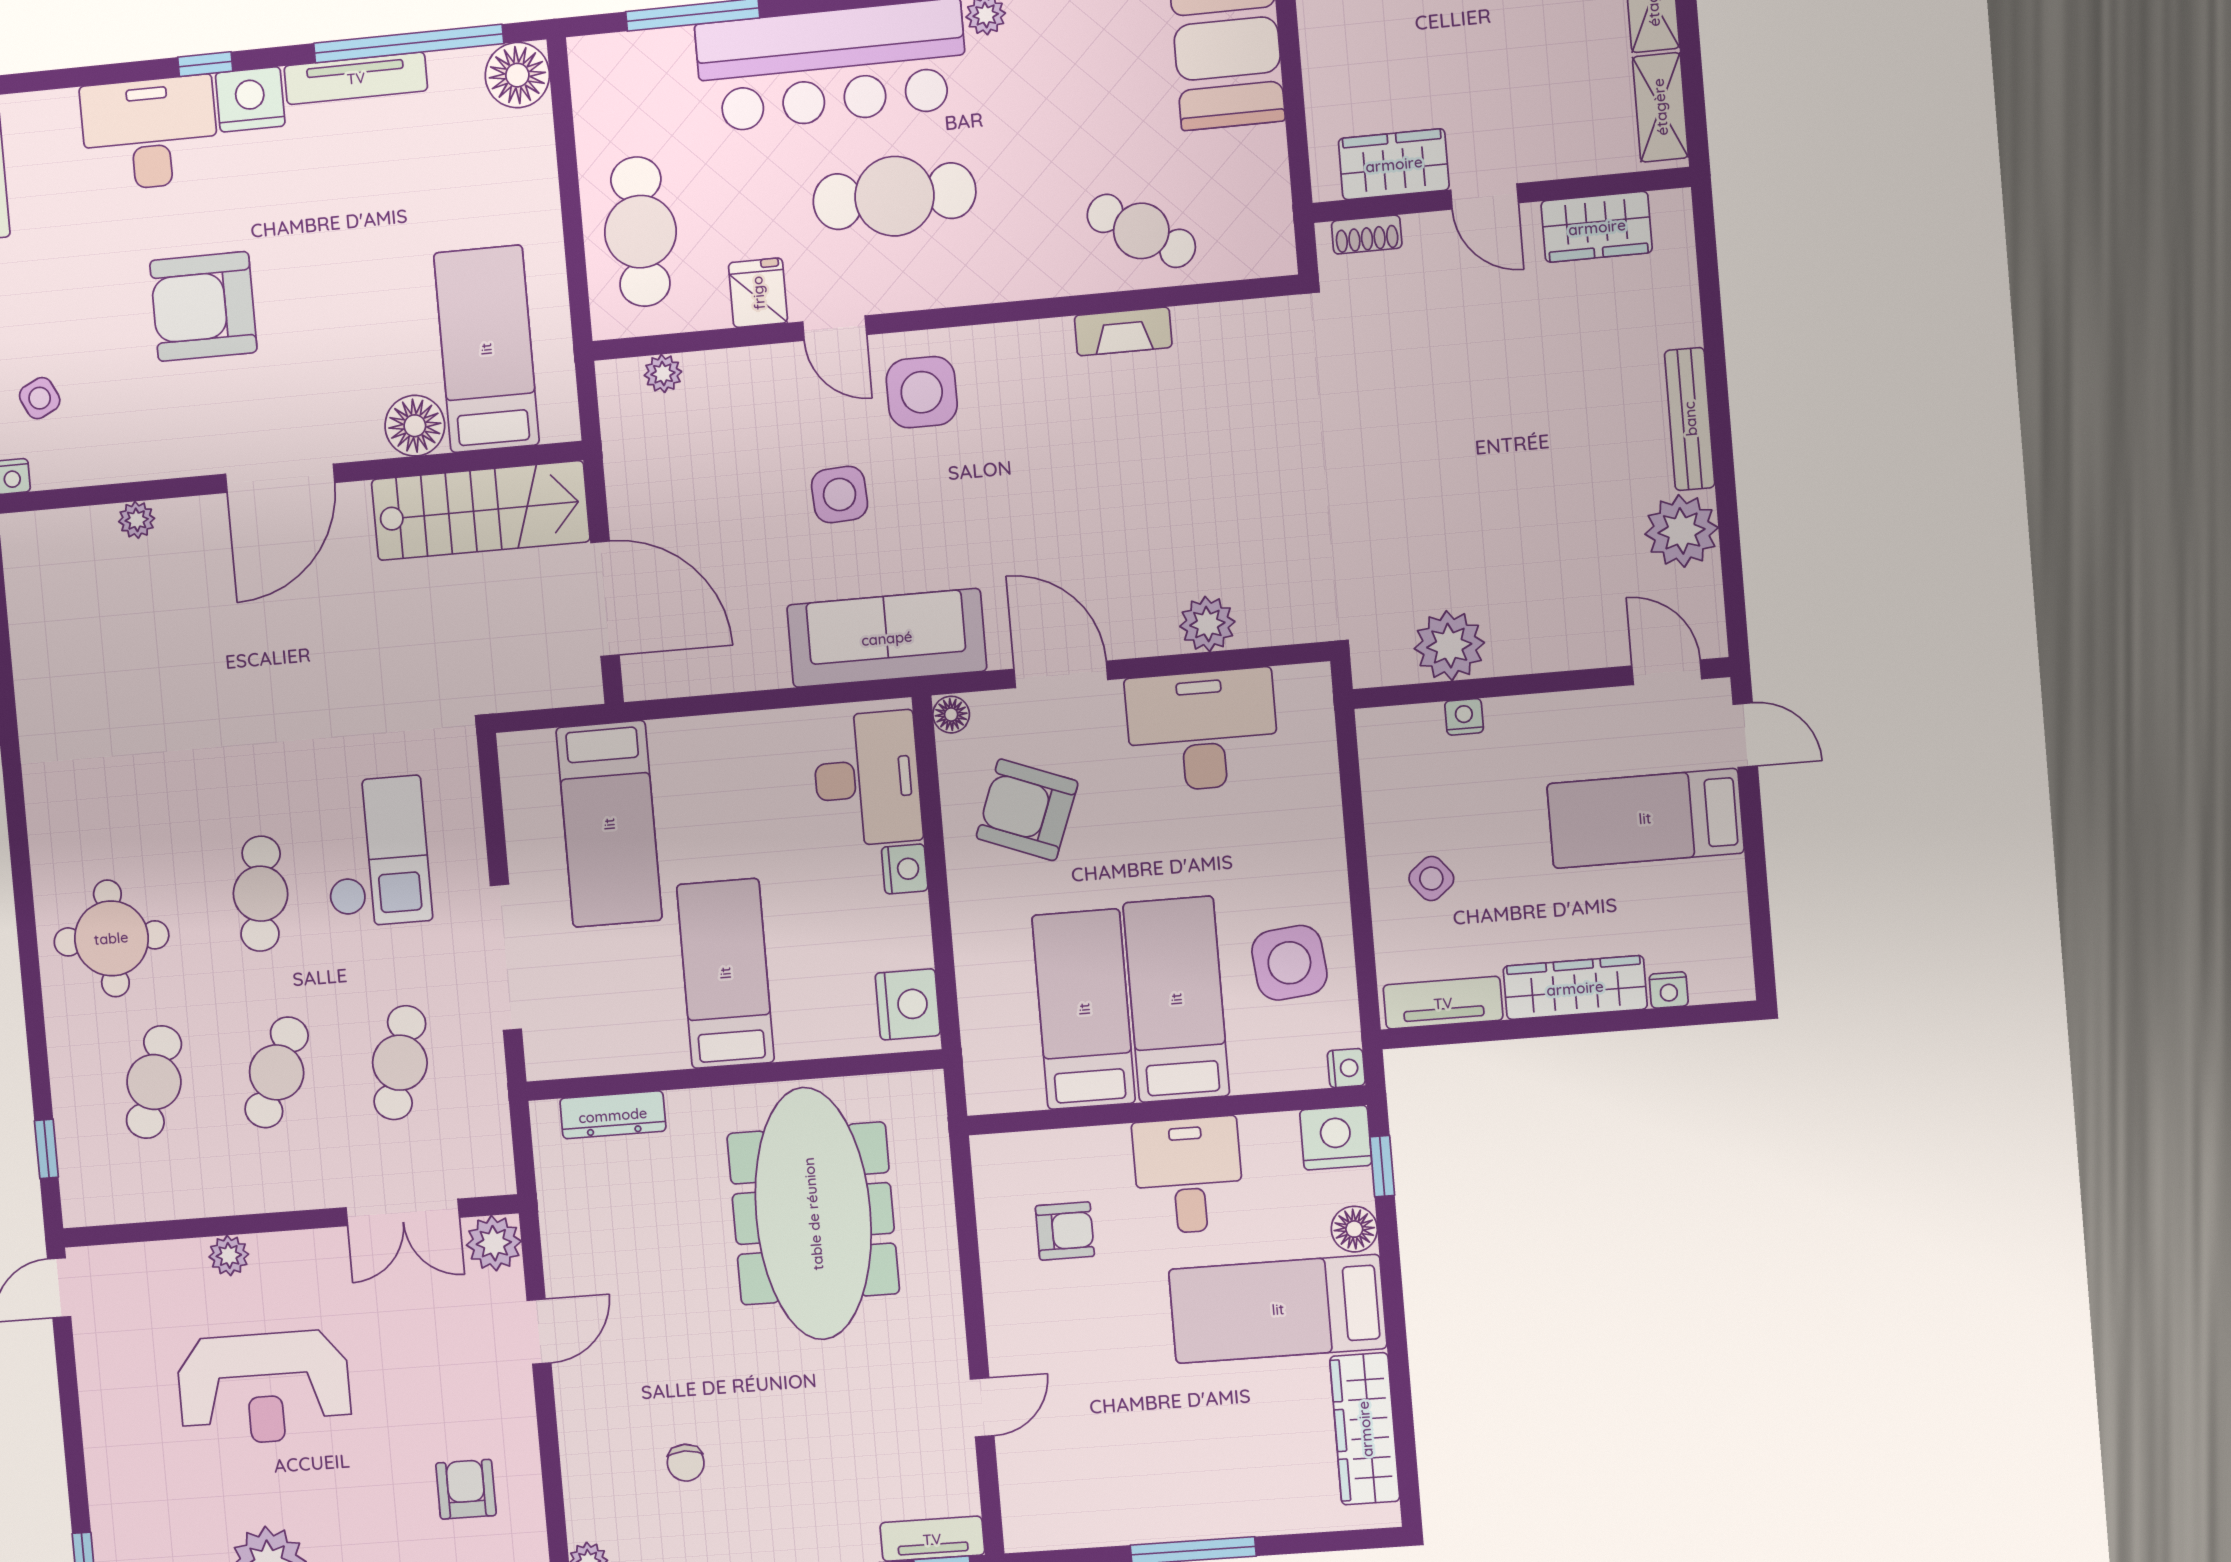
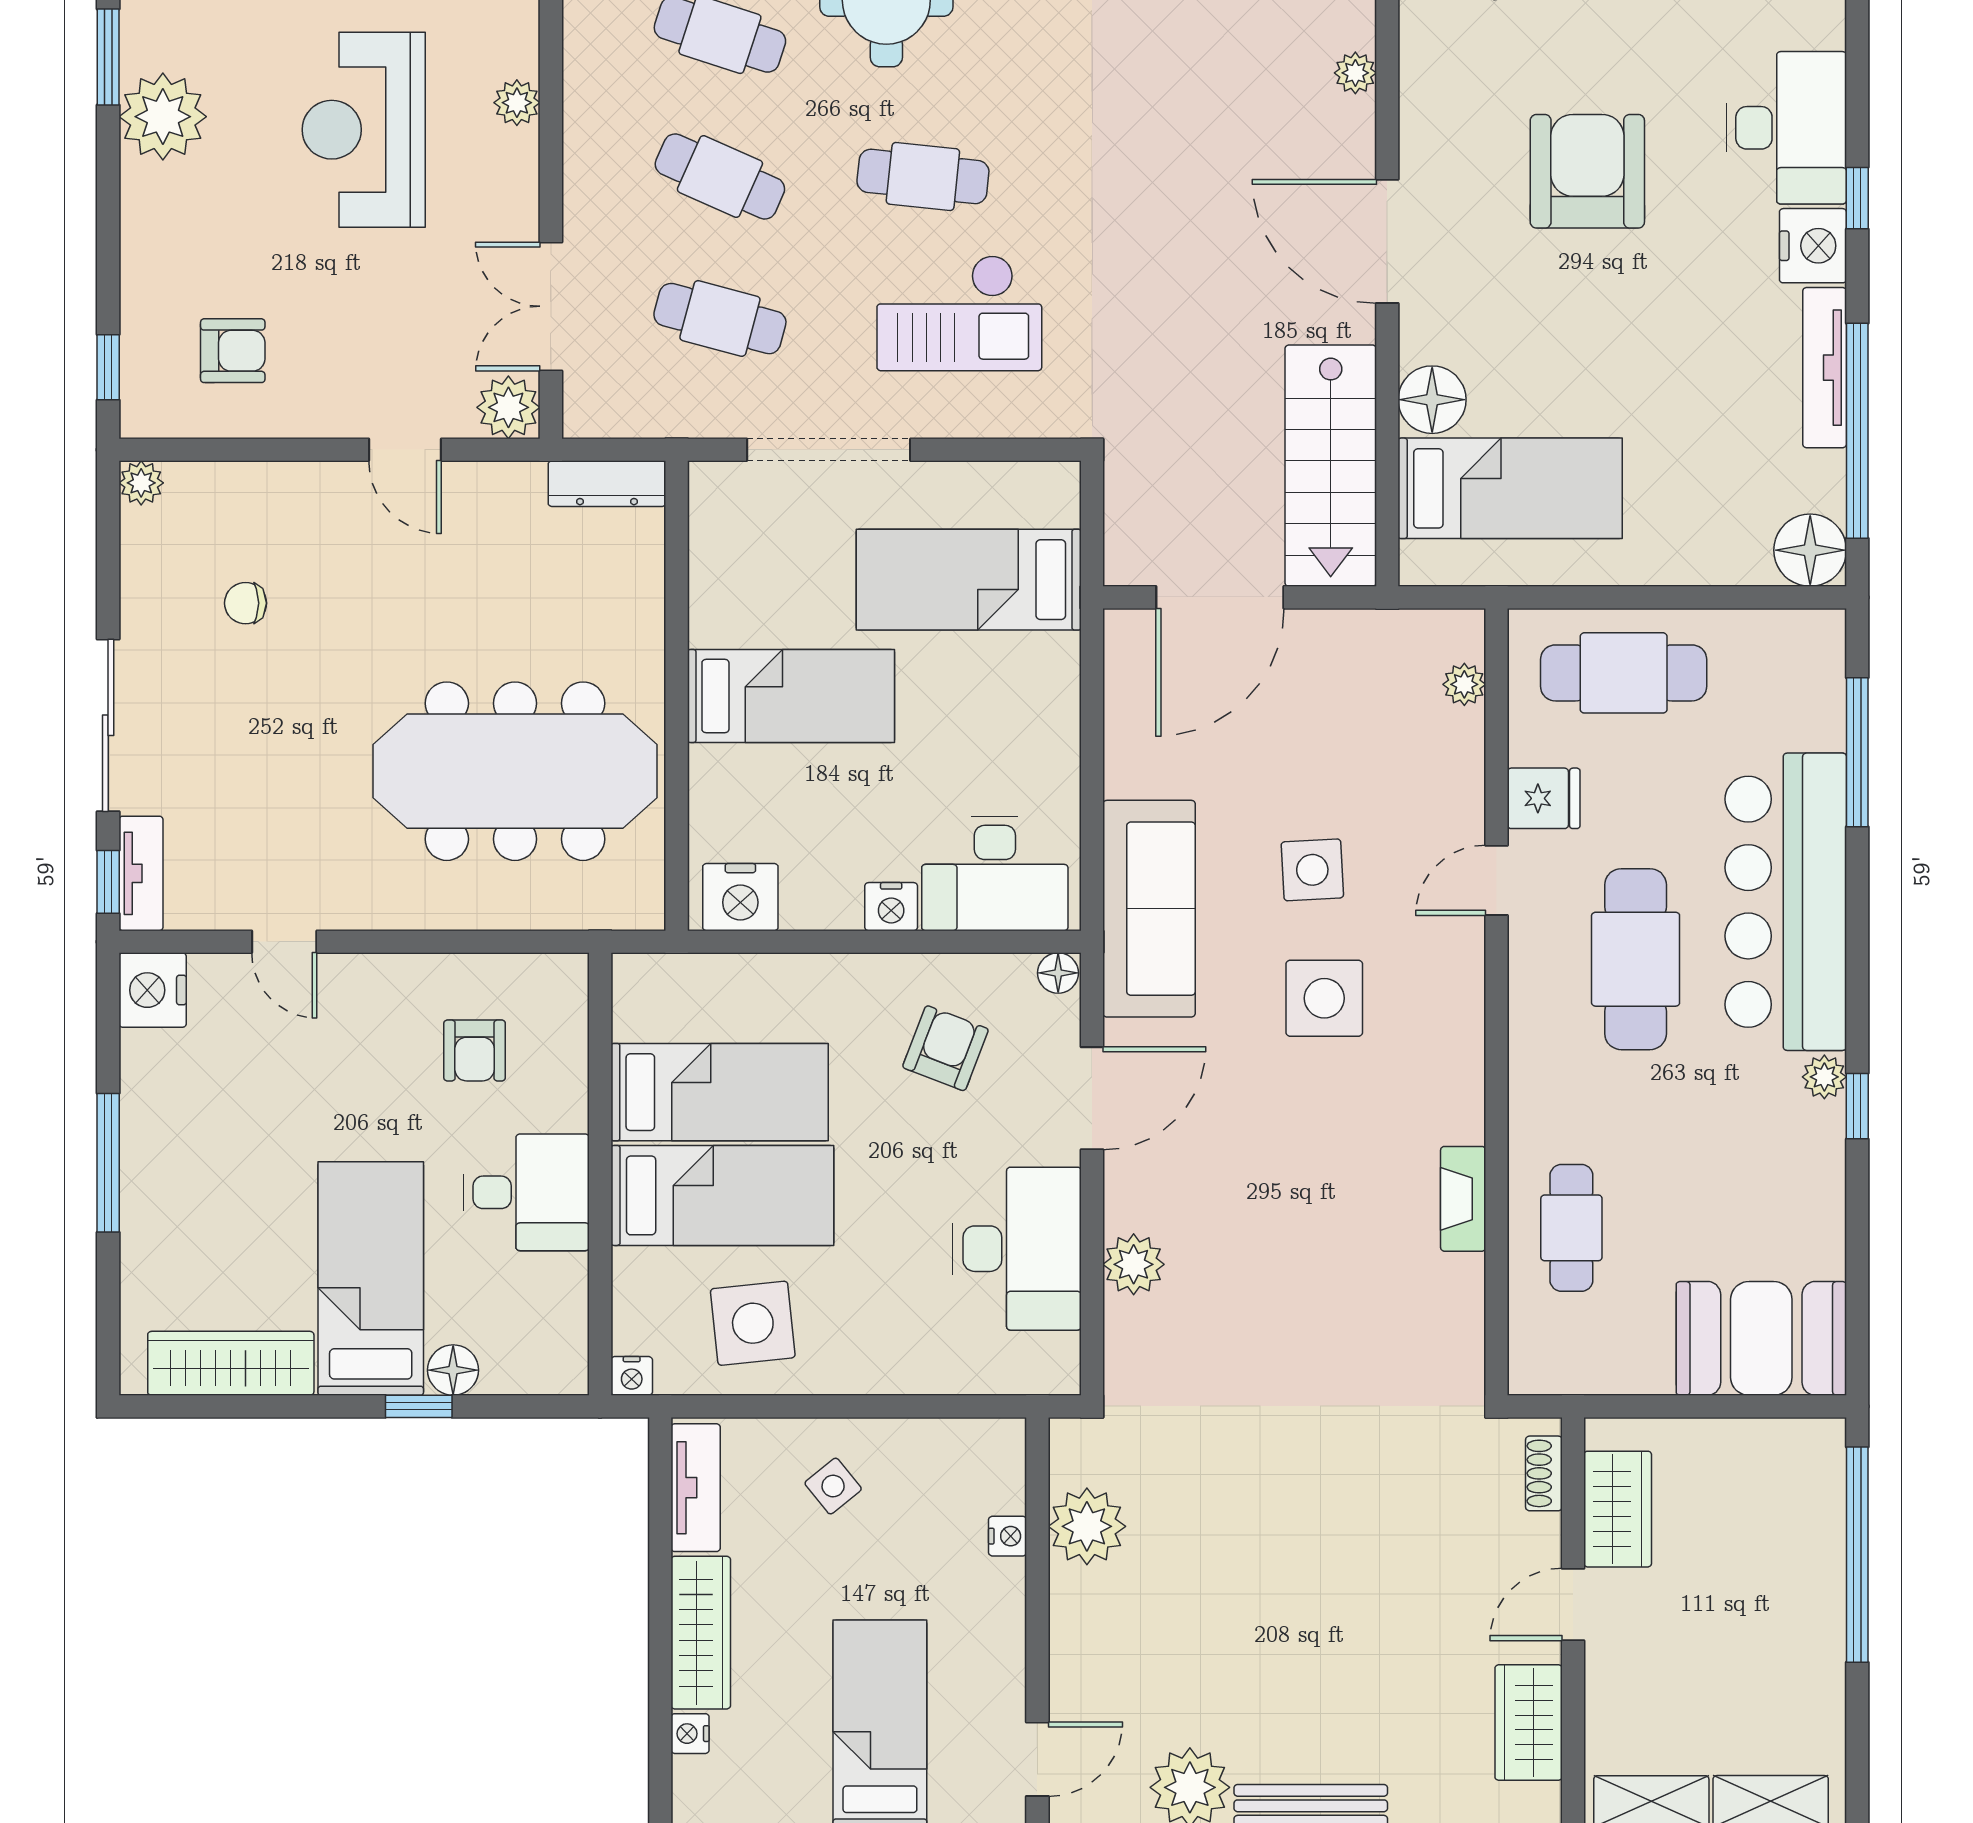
cafe table: (1141, 231) -> (1571, 1228), turned -31
side table: (922, 392) -> (1324, 998), moved
armchair: (1027, 810) -> (945, 1048), width x0.72, depth x0.72
dresser: (613, 1115) -> (607, 484), moved, turned -90
nightstand: (1336, 1138) -> (153, 990), moved, turned 180
window: (1382, 1166) -> (419, 1406), moved

